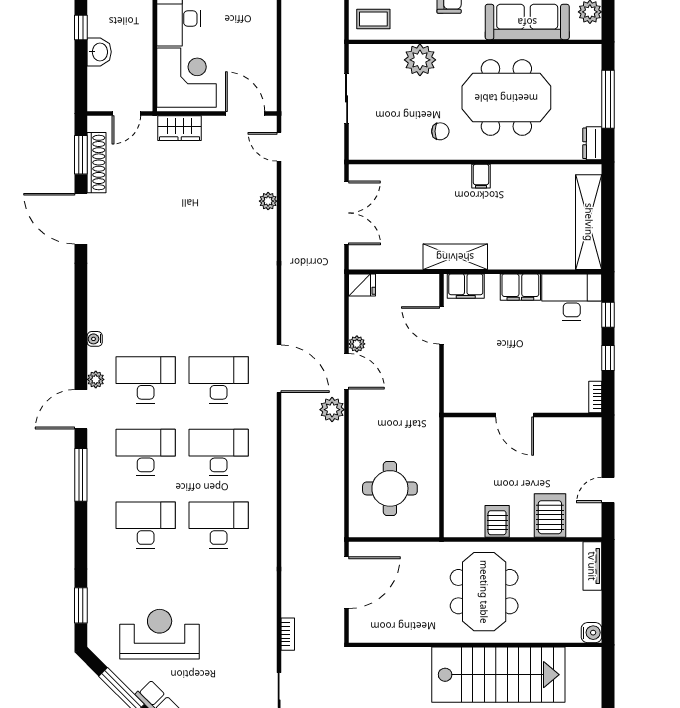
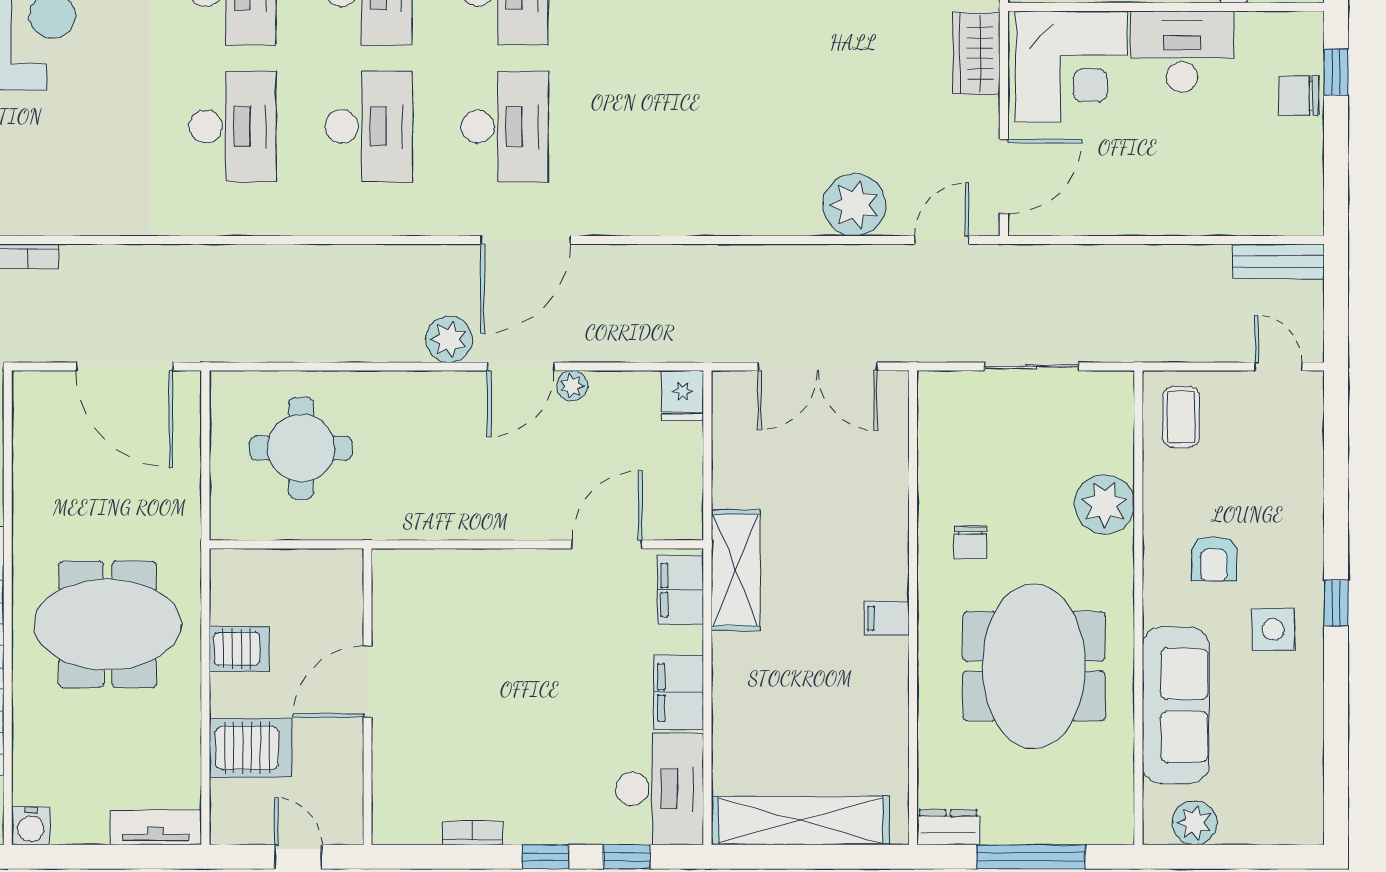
plant: (268, 201) -> (854, 205), width x1.87, depth x1.87
door: (515, 415) -> (368, 682), moved
wall: (523, 415) -> (368, 697), moved

